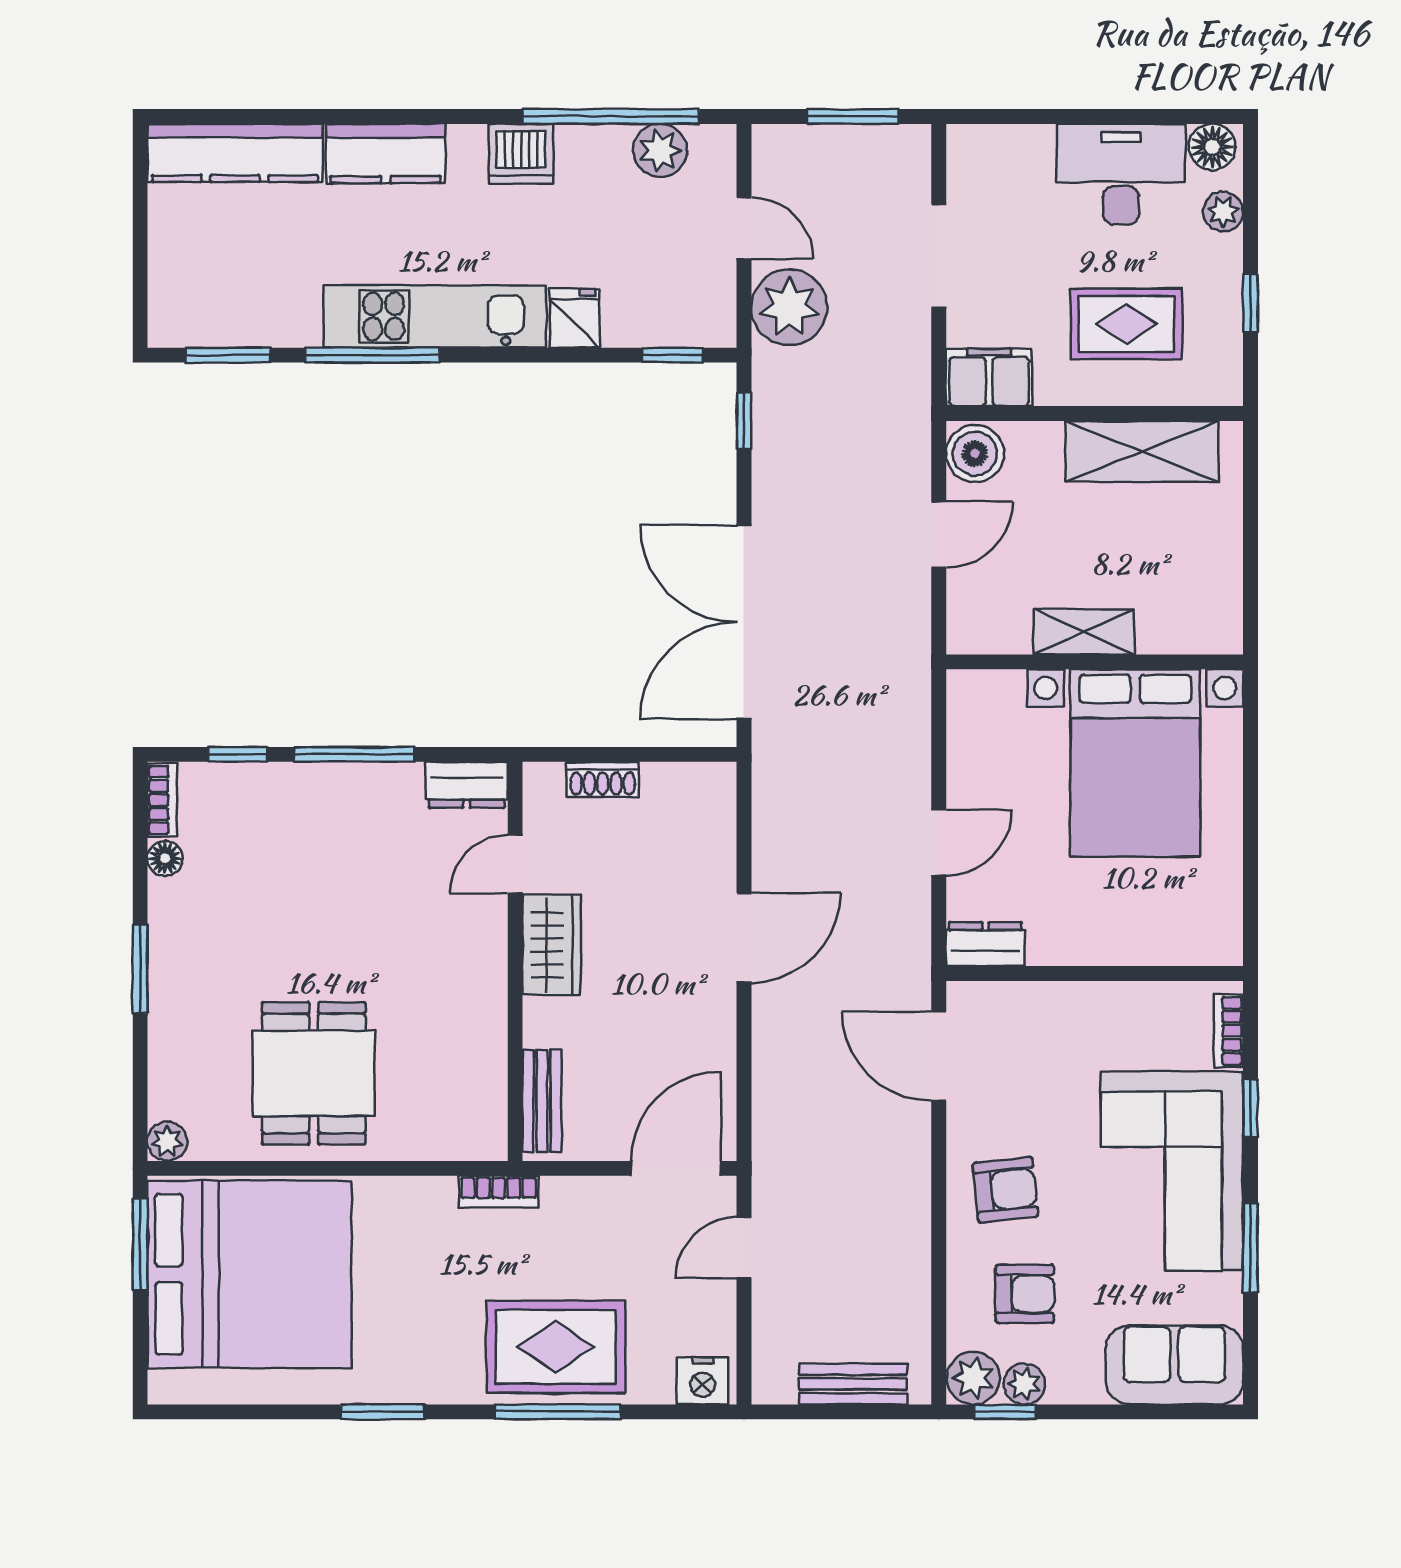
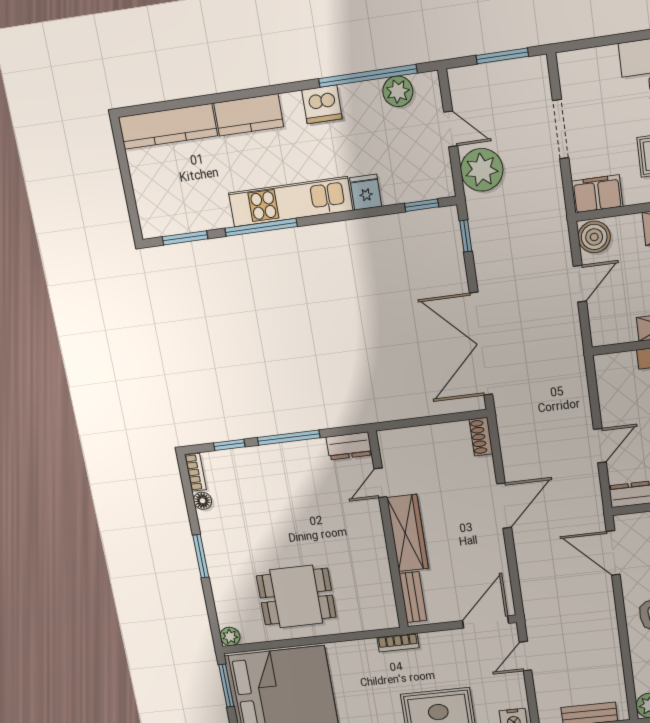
shoe rack: (603, 779) -> (481, 437), moved, turned 90
wardrobe: (552, 945) -> (408, 533), width x1.50
dining table: (314, 1073) -> (296, 597), turned 90

